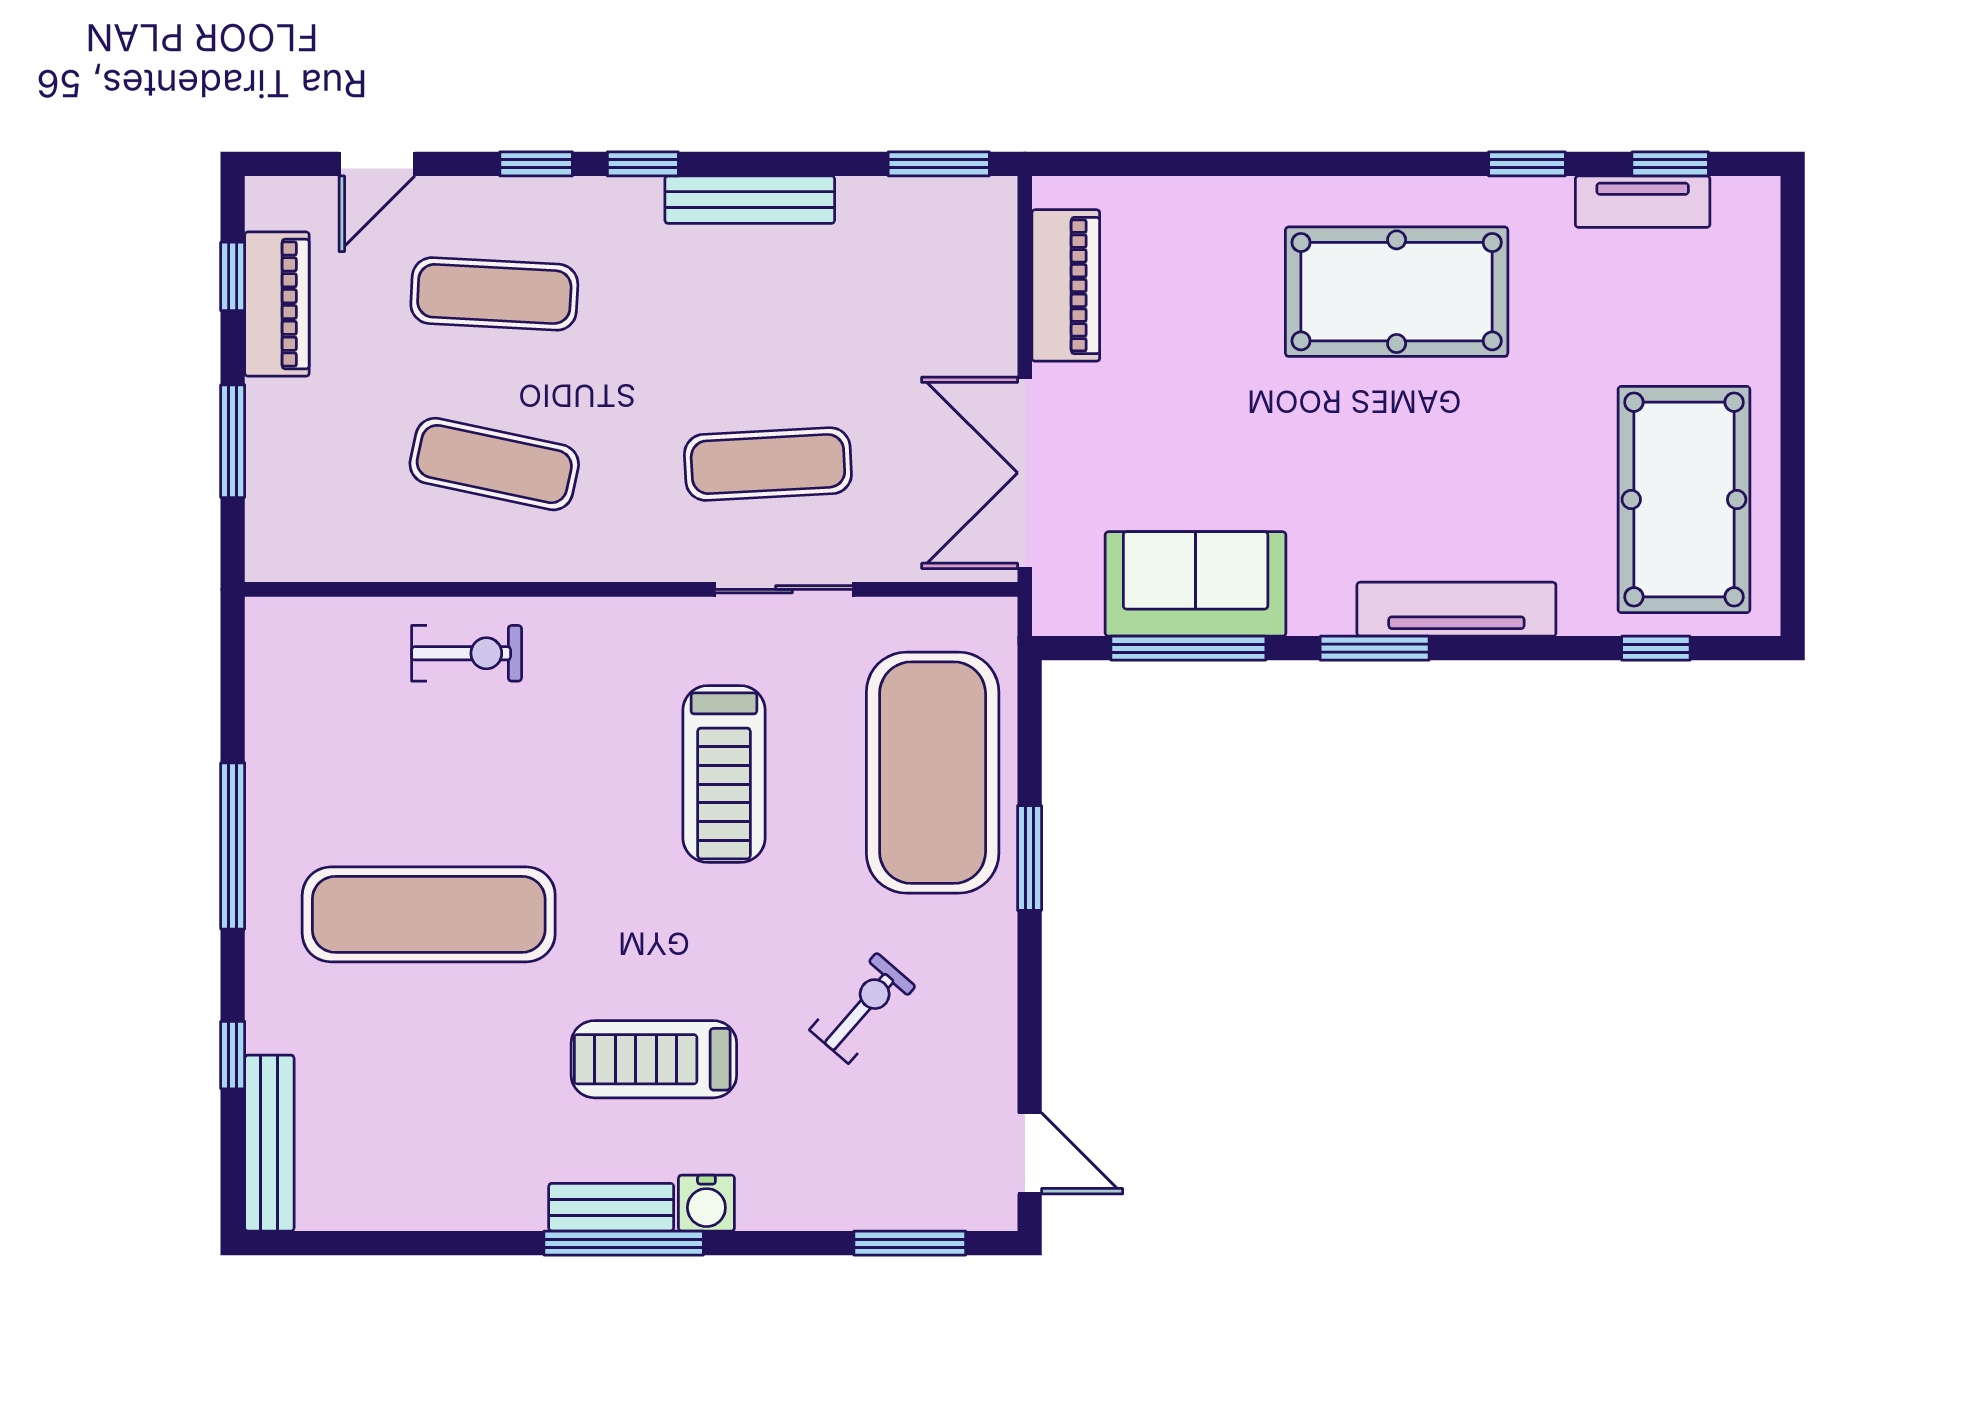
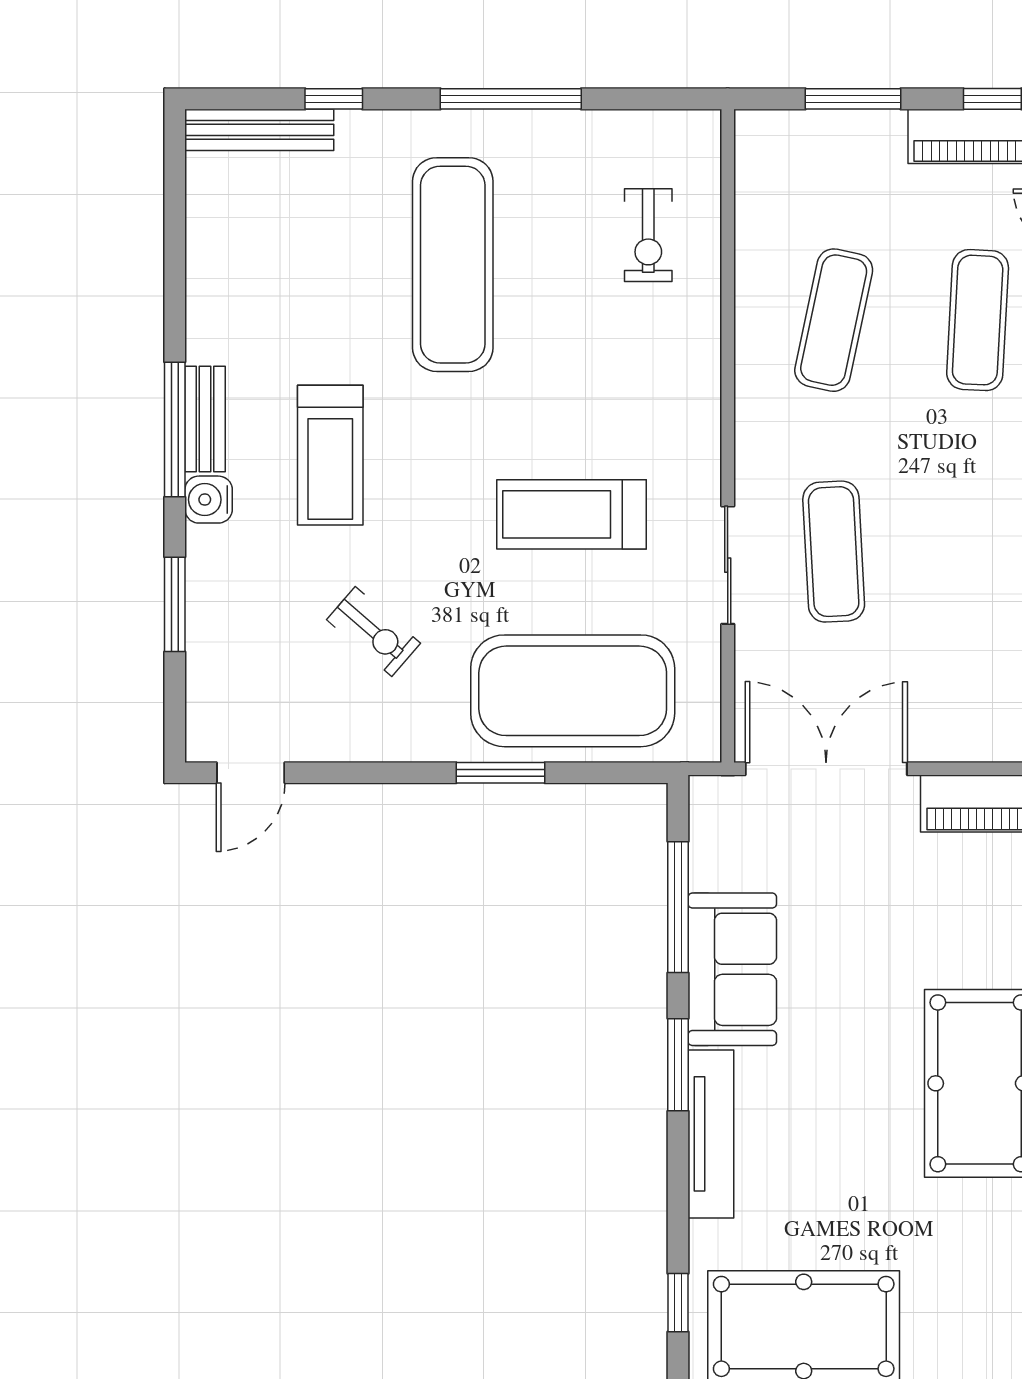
sofa: (1196, 584) -> (732, 969), moved
exercise bike: (467, 653) -> (648, 235), moved
treadmill: (654, 1059) -> (330, 455), turned 180
window: (910, 1243) -> (175, 604), moved

